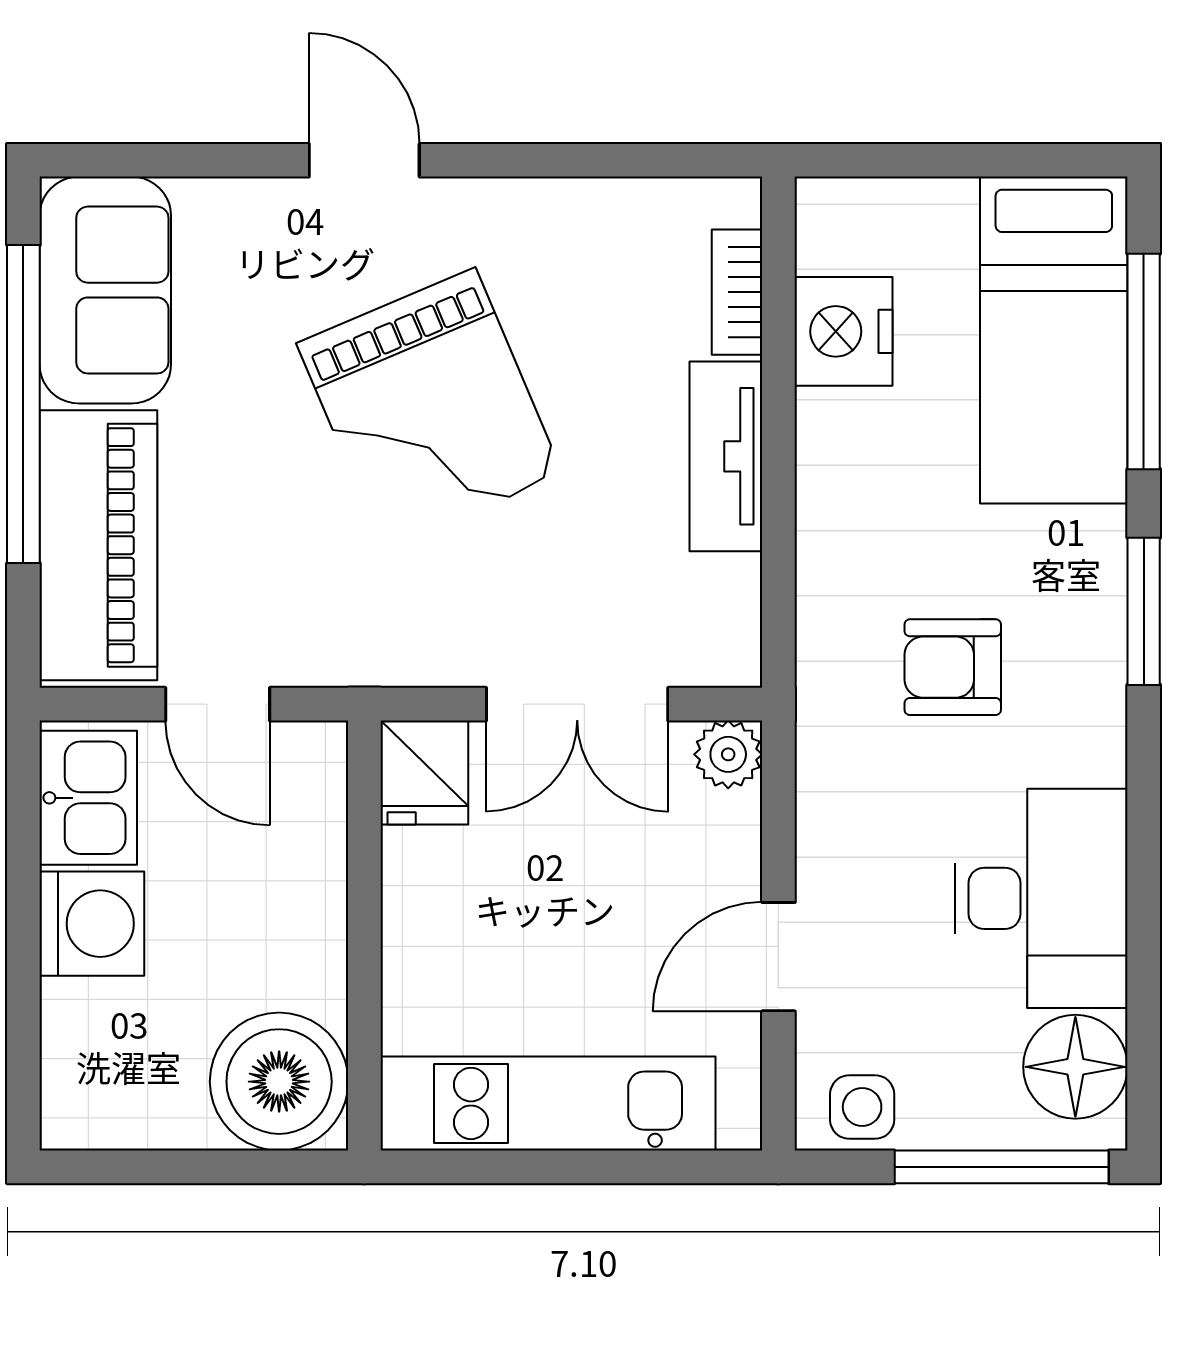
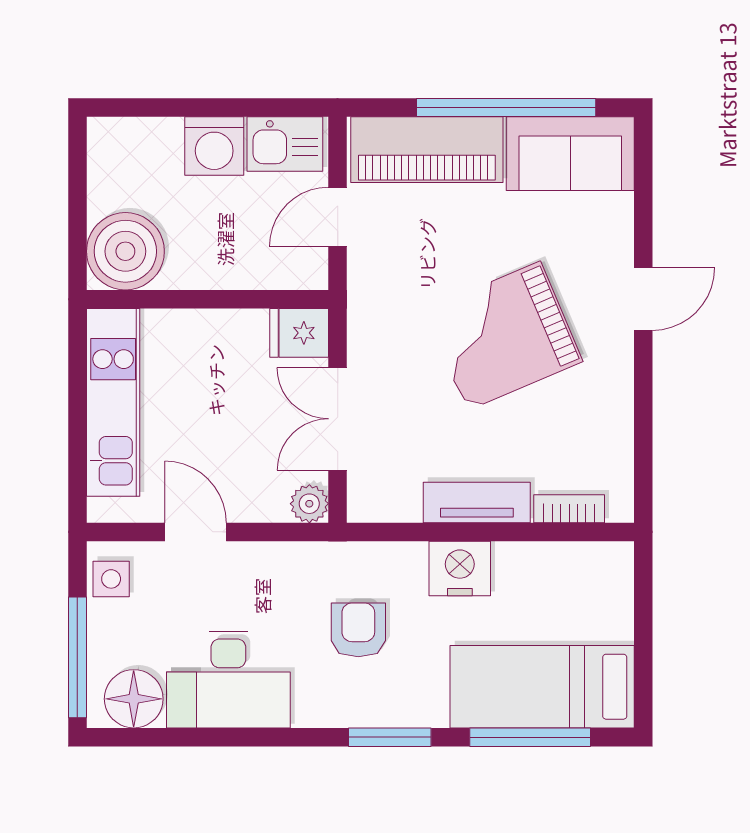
nightstand: (843, 331) -> (460, 568), moved

